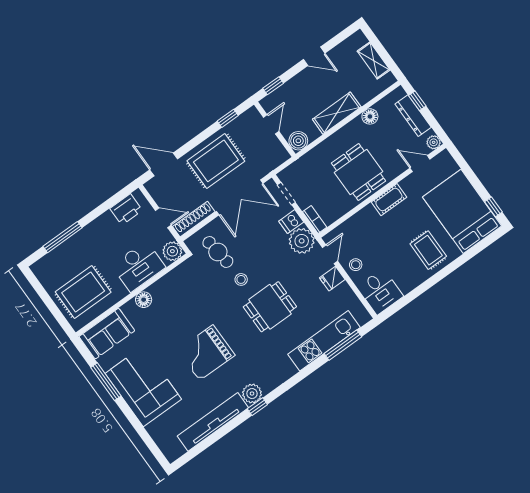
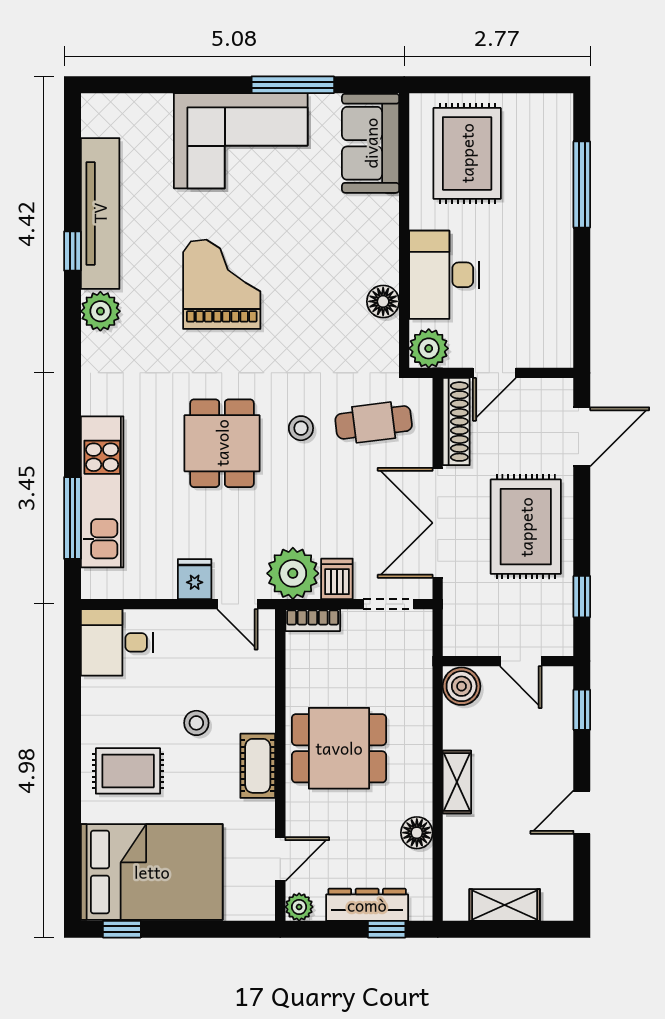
shelving: (337, 113) -> (457, 782), width x0.67, depth x0.75
printer: (126, 209) -> (552, 322), removed
stool: (356, 265) -> (196, 723), moved
floor lamp: (144, 300) -> (383, 301), moved
window: (257, 407) -> (72, 251), moved

